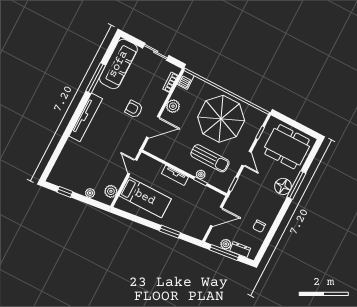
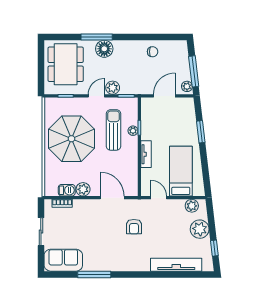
sofa: (118, 64) -> (63, 260), width x0.73
barbecue: (186, 80) -> (67, 190), moved
armchair: (134, 109) -> (134, 227), moved
tv unit: (86, 117) -> (176, 265), moved
door: (132, 167) -> (159, 198), swing flipped
plant: (246, 176) -> (113, 88), added
plant: (90, 193) -> (200, 229), width x1.88, depth x1.88
door: (216, 217) -> (164, 96), hinge flipped
plant: (226, 244) -> (187, 86), moved
dresser: (240, 250) -> (183, 58), removed

